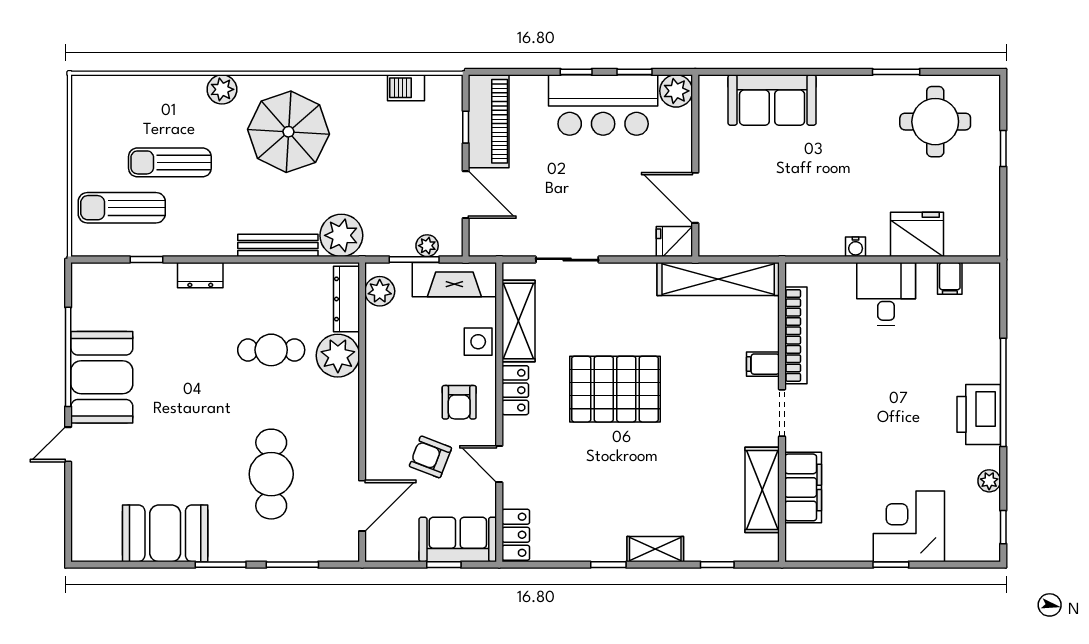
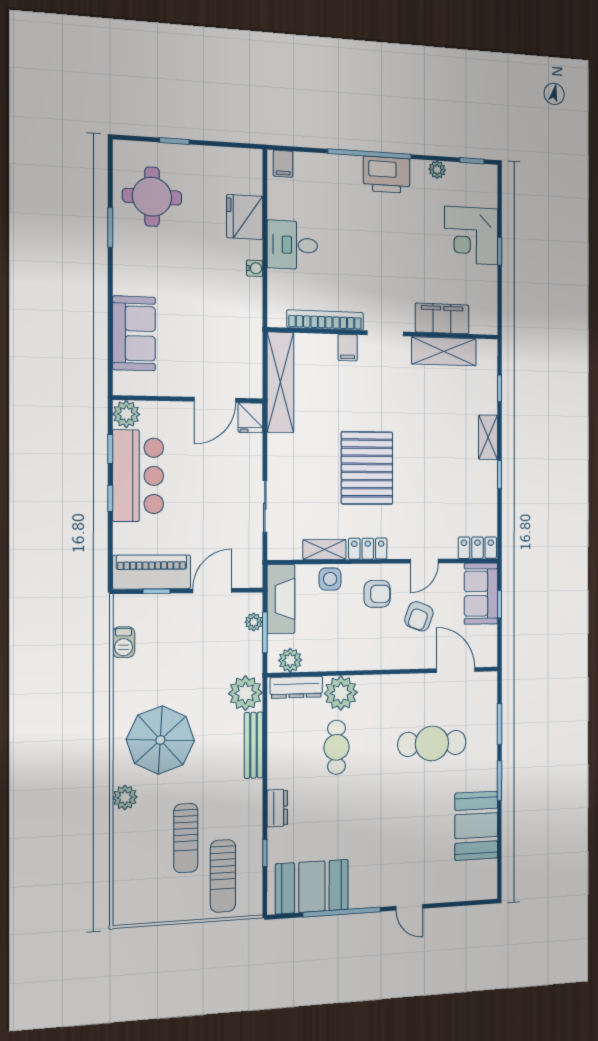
filing cabinet: (950, 278) -> (283, 164), moved, turned 90
shelving: (518, 321) -> (325, 550), width x0.67, depth x0.75
booth: (102, 377) -> (312, 887), moved

